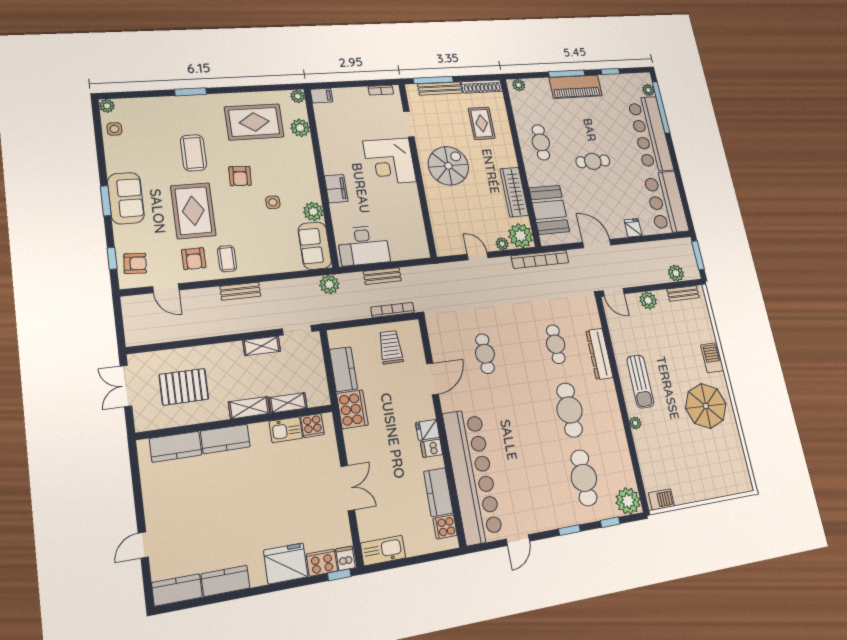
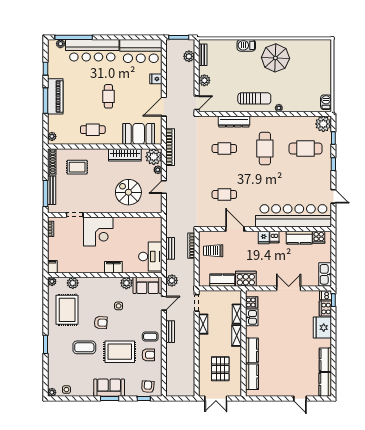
spiral stairs: (448, 166) -> (128, 192), moved
door: (166, 288) -> (164, 303), moved
cafe table: (570, 410) -> (265, 149), turned 90

